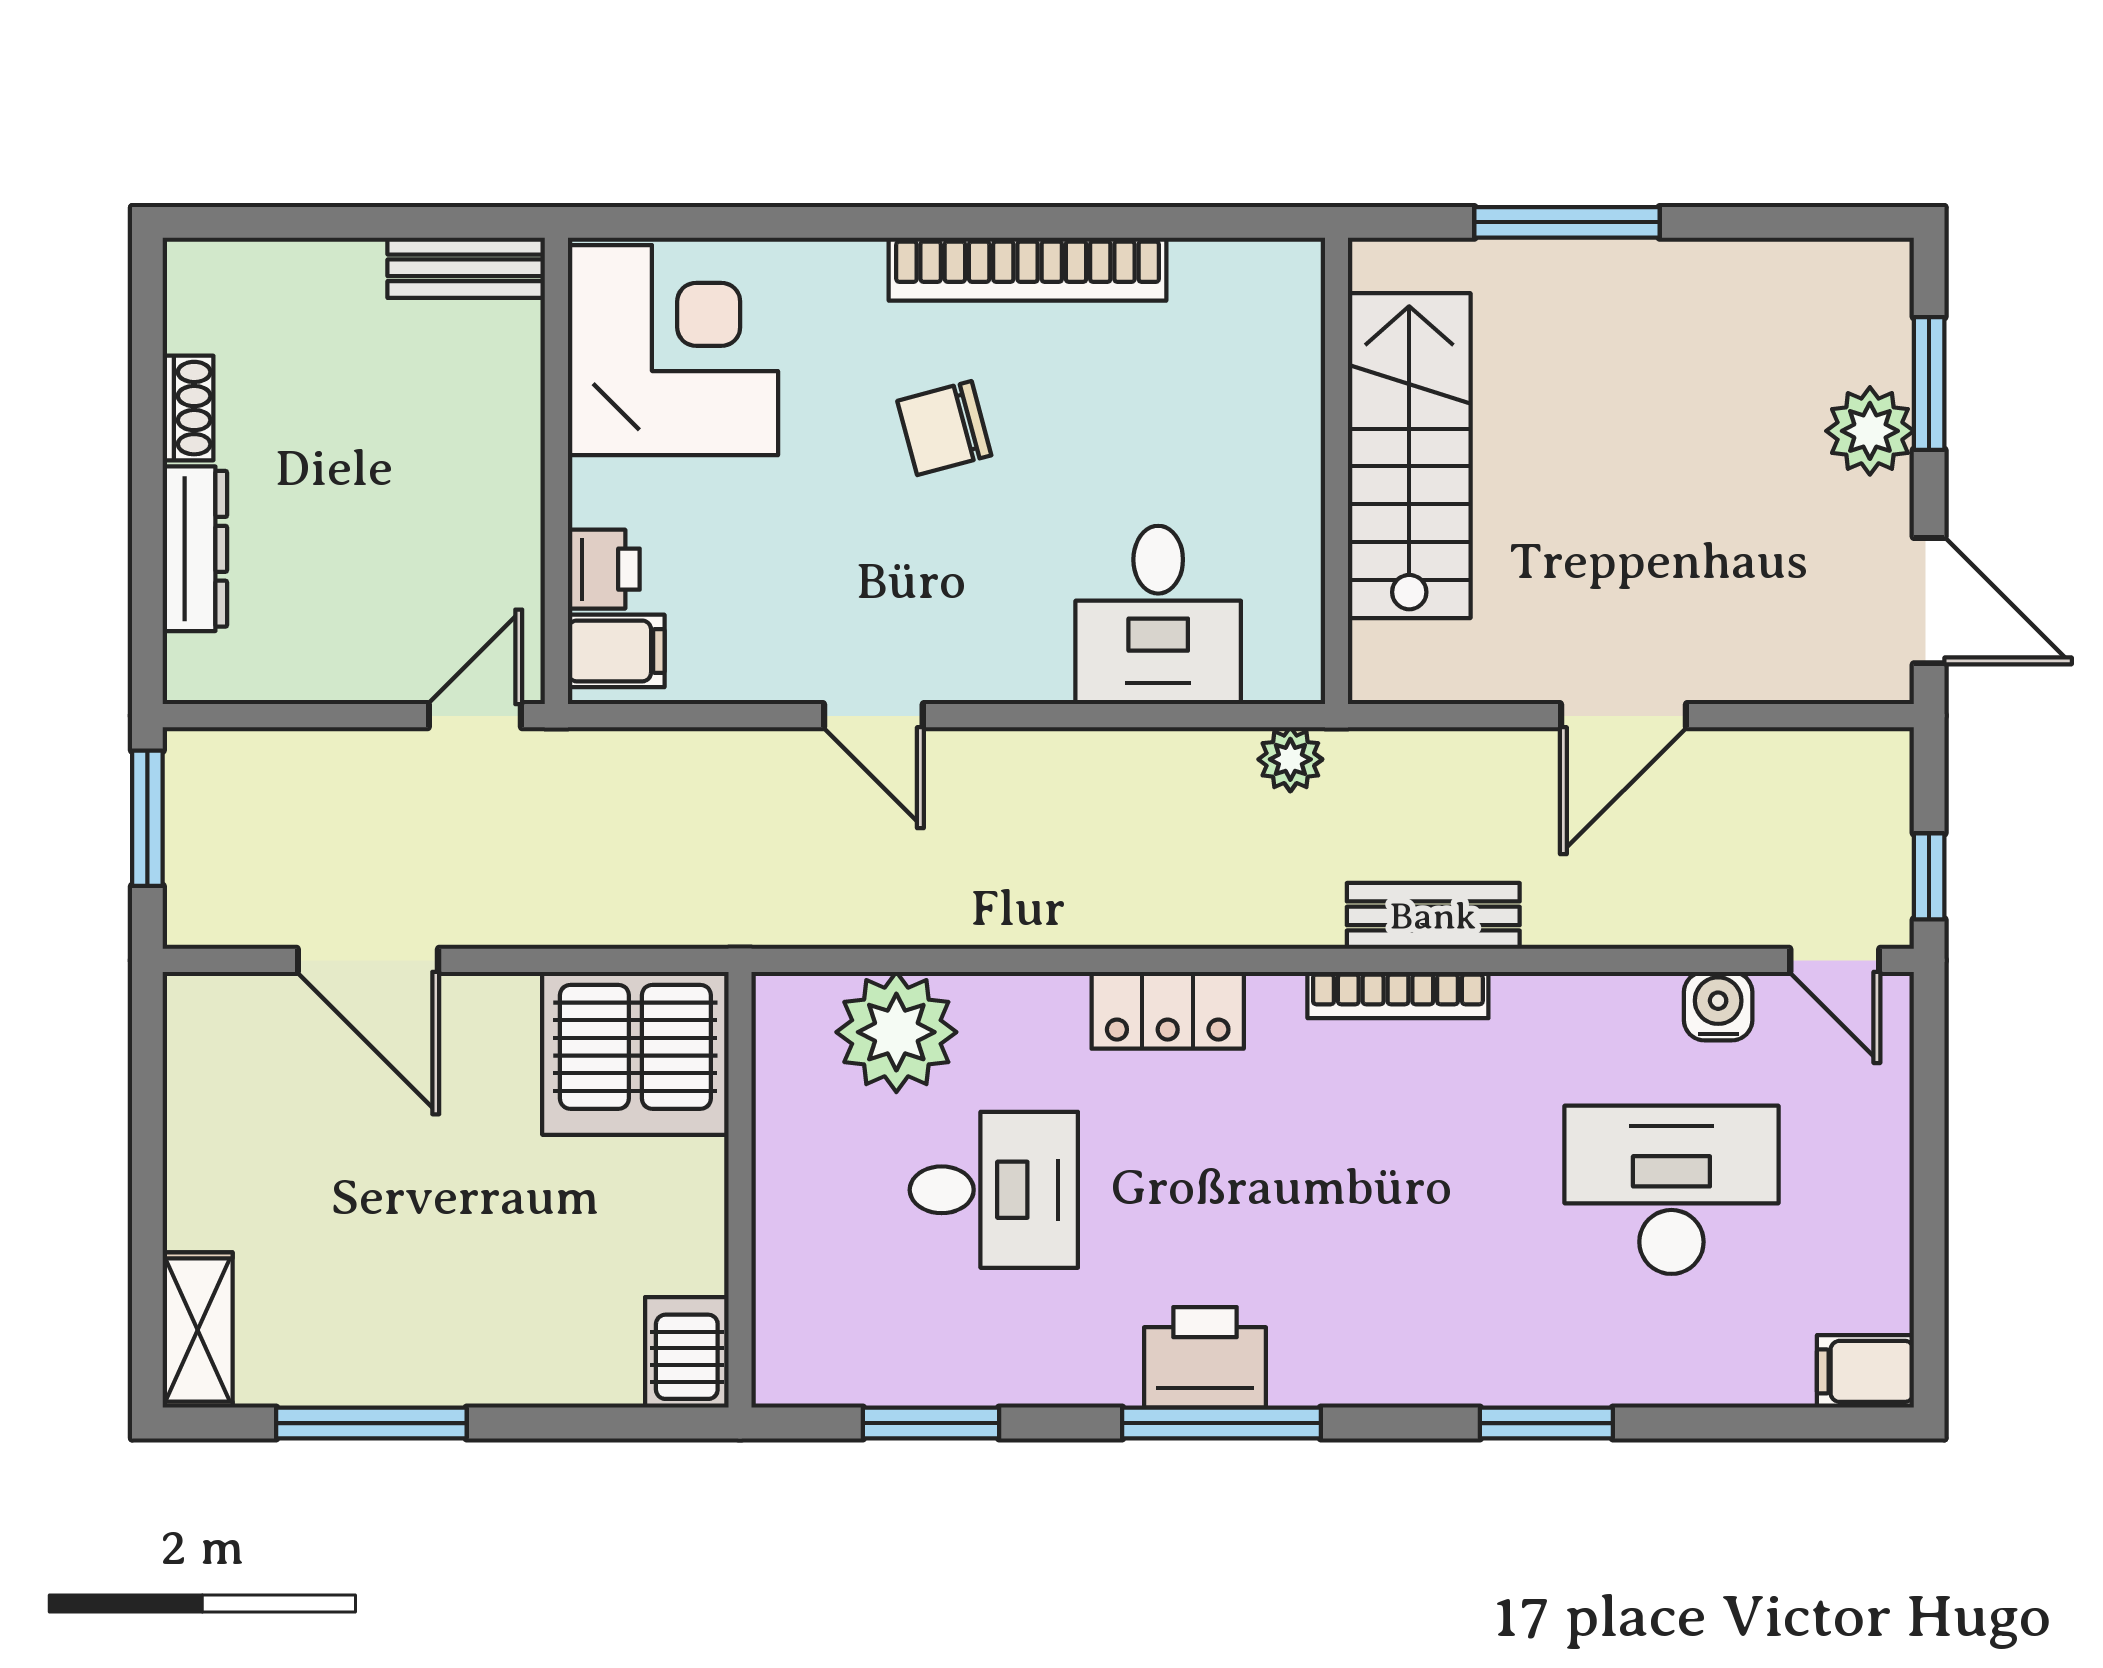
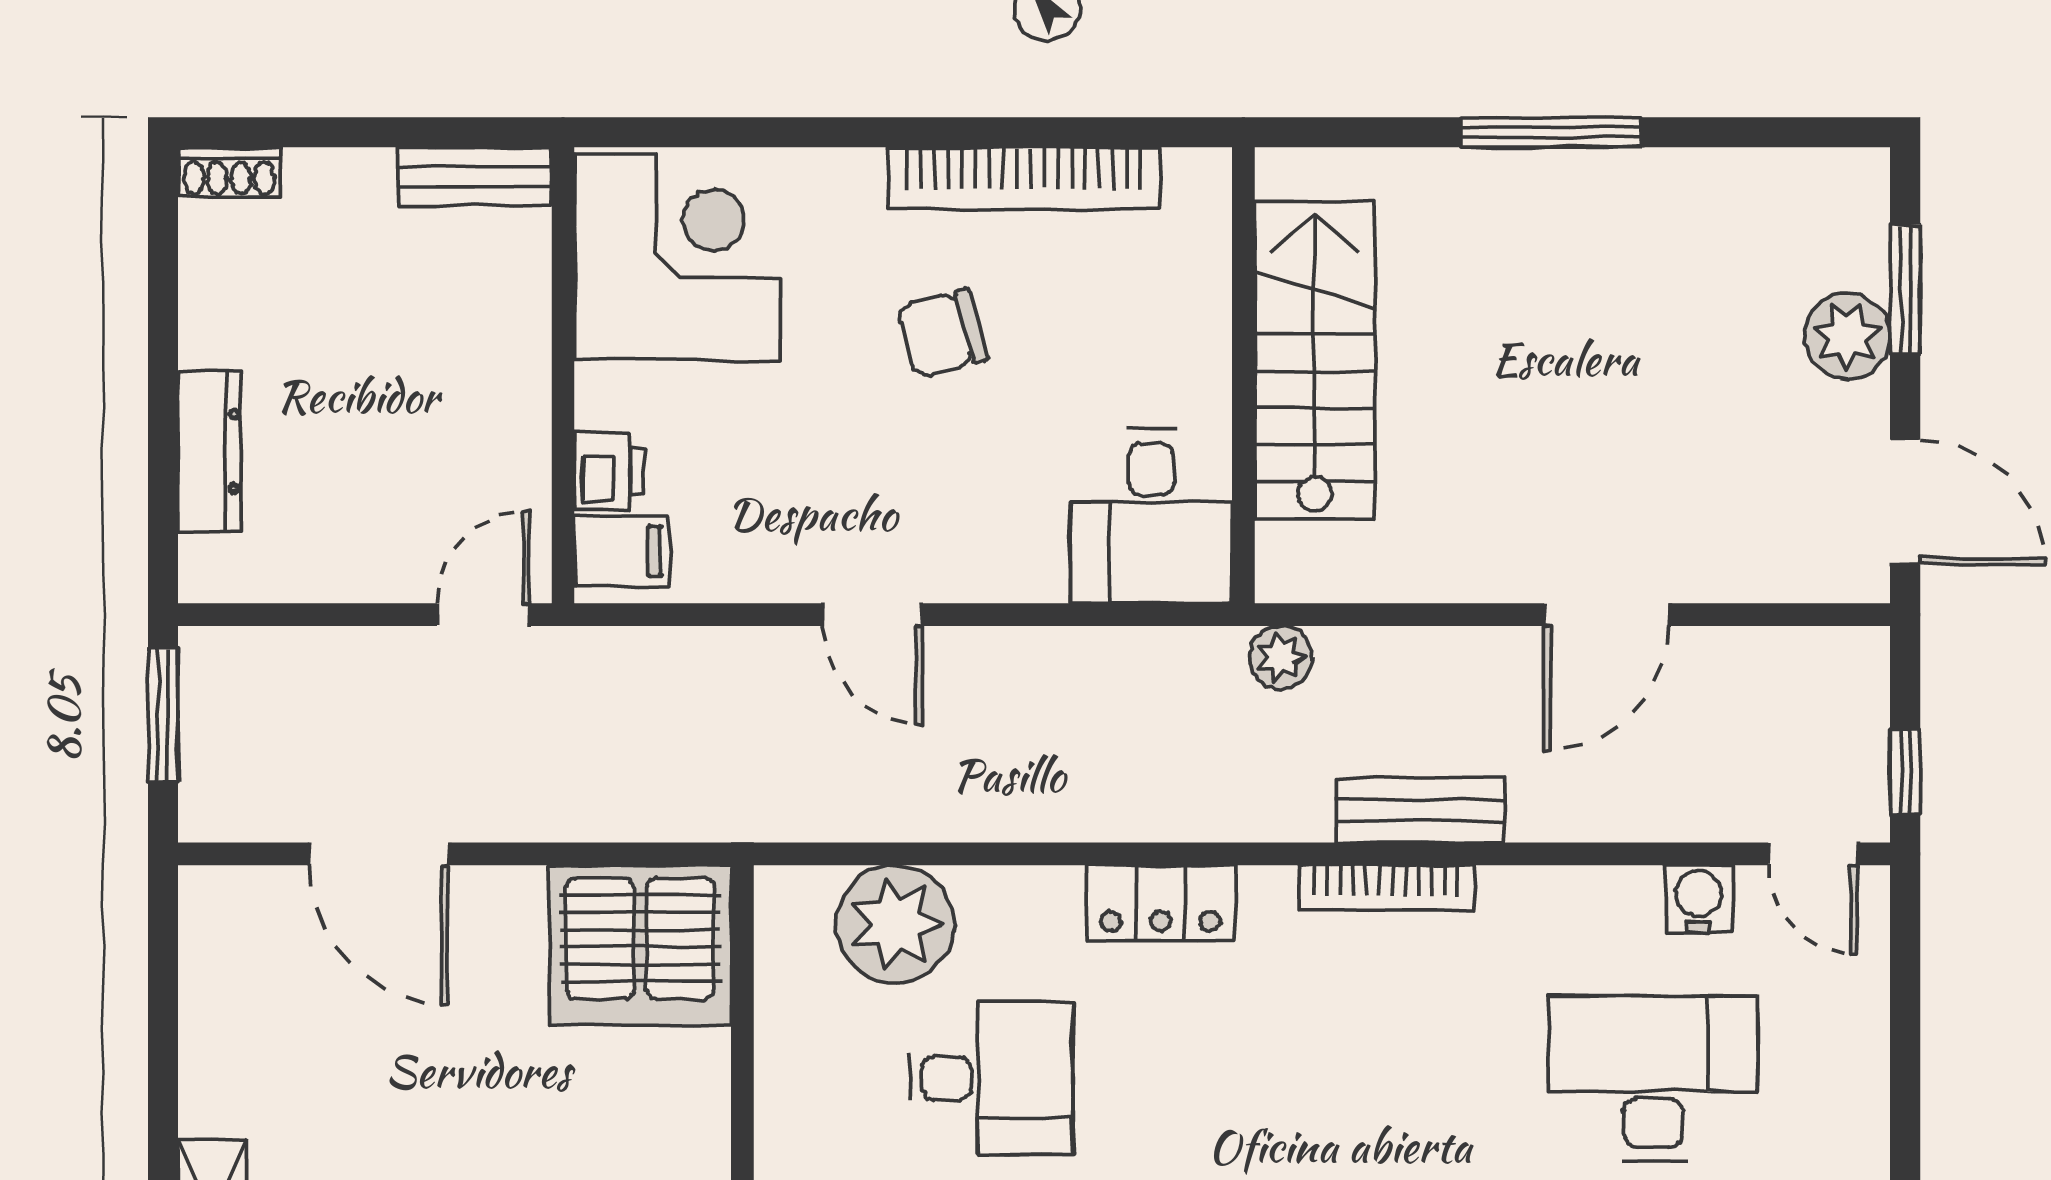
shoe rack: (188, 408) -> (229, 172), moved, turned 90
stairs: (1409, 456) -> (1315, 360), moved
wall: (1336, 471) -> (1243, 375), moved

